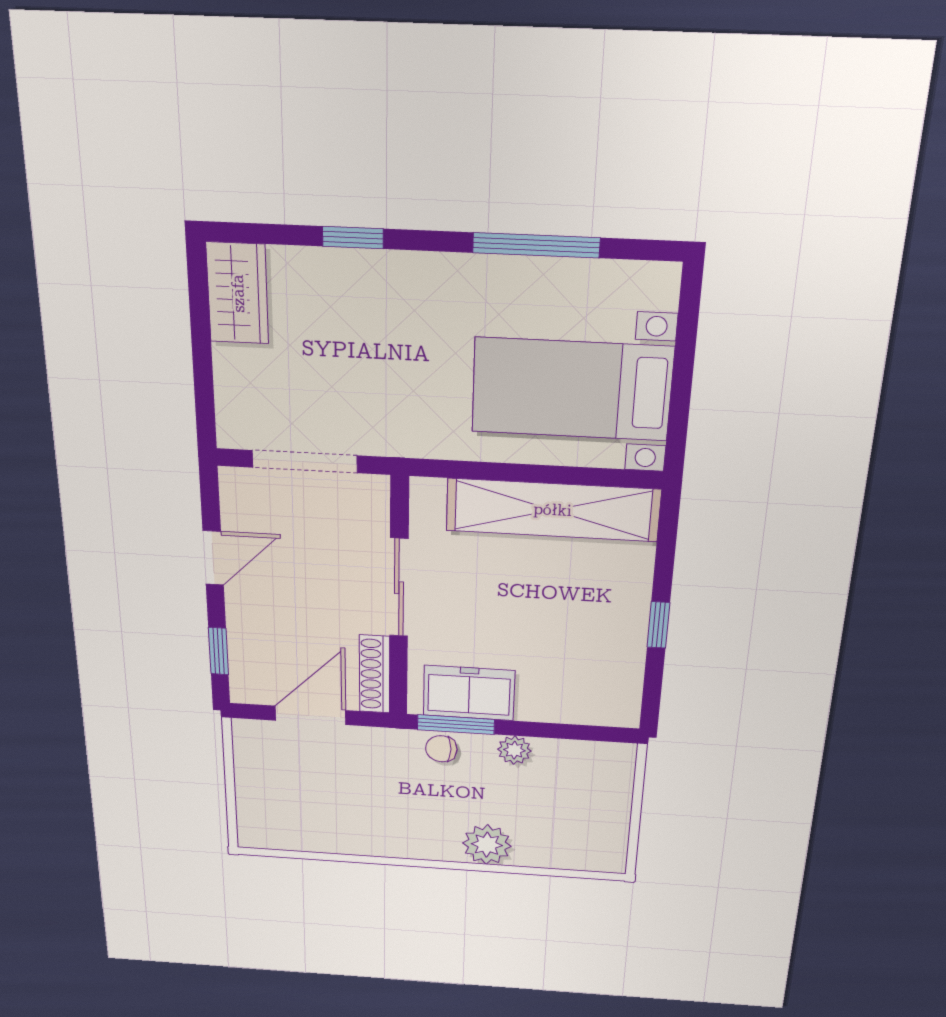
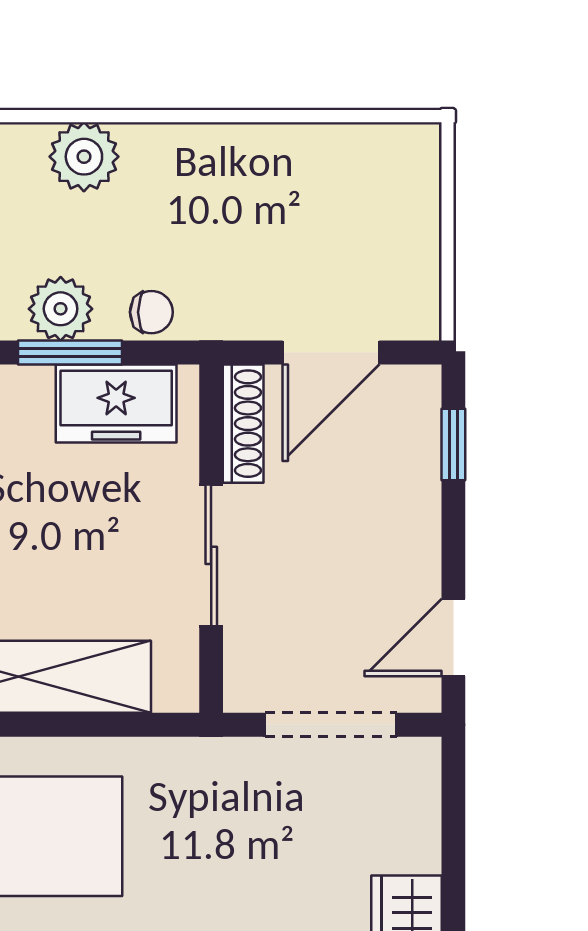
door: (213, 558) -> (453, 637), moved
window: (456, 725) -> (70, 352), moved
plant: (514, 750) -> (61, 309), width x1.38, depth x1.38

